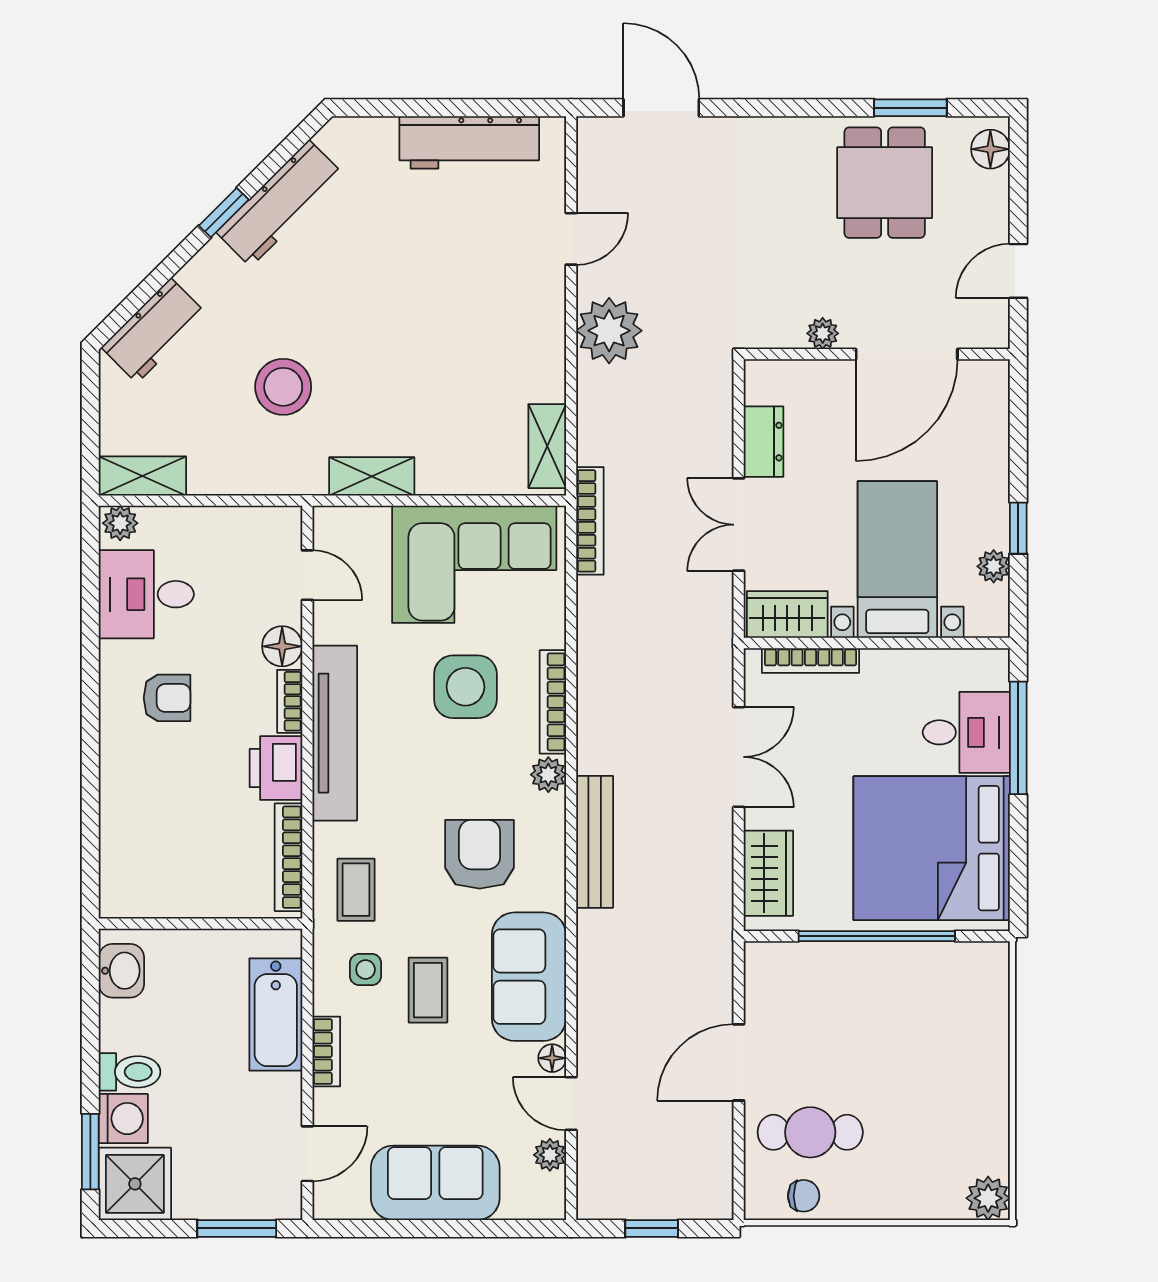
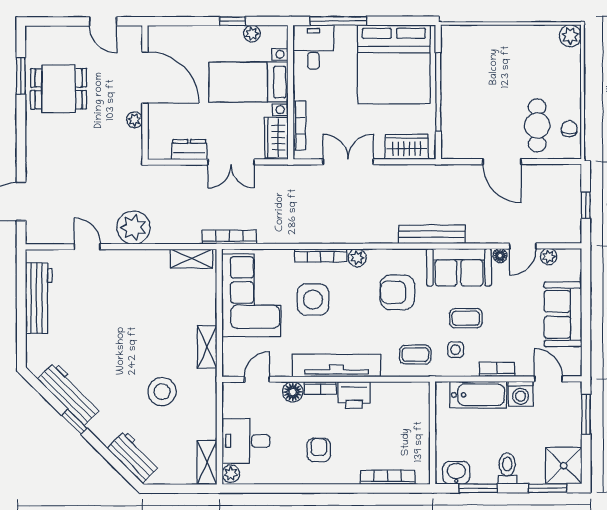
floor lamp: (990, 149) -> (42, 35), removed
desk: (146, 594) -> (246, 441), moved, turned 90
desk: (966, 732) -> (313, 47), moved
bench: (595, 842) -> (432, 234), moved
bookcase: (288, 857) -> (388, 477), moved, turned 180
window: (90, 1014) -> (478, 488), added
washing machine: (123, 1119) -> (521, 394), moved, turned 180

